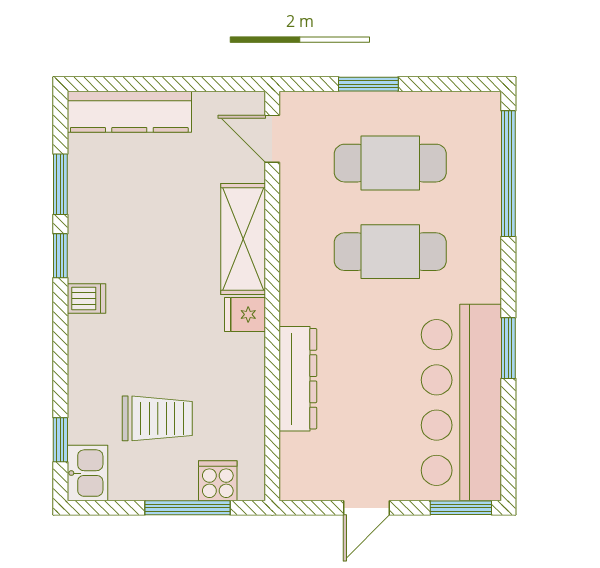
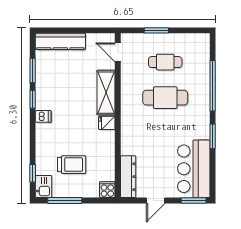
cafe table: (390, 163) -> (165, 62), width x0.73, depth x0.74
window: (508, 174) -> (213, 86), moved
dresser: (298, 379) -> (128, 177), moved
bar counter: (461, 403) -> (194, 169), width x0.73
cooker: (218, 481) -> (107, 190), moved
window: (188, 508) -> (65, 201), moved

